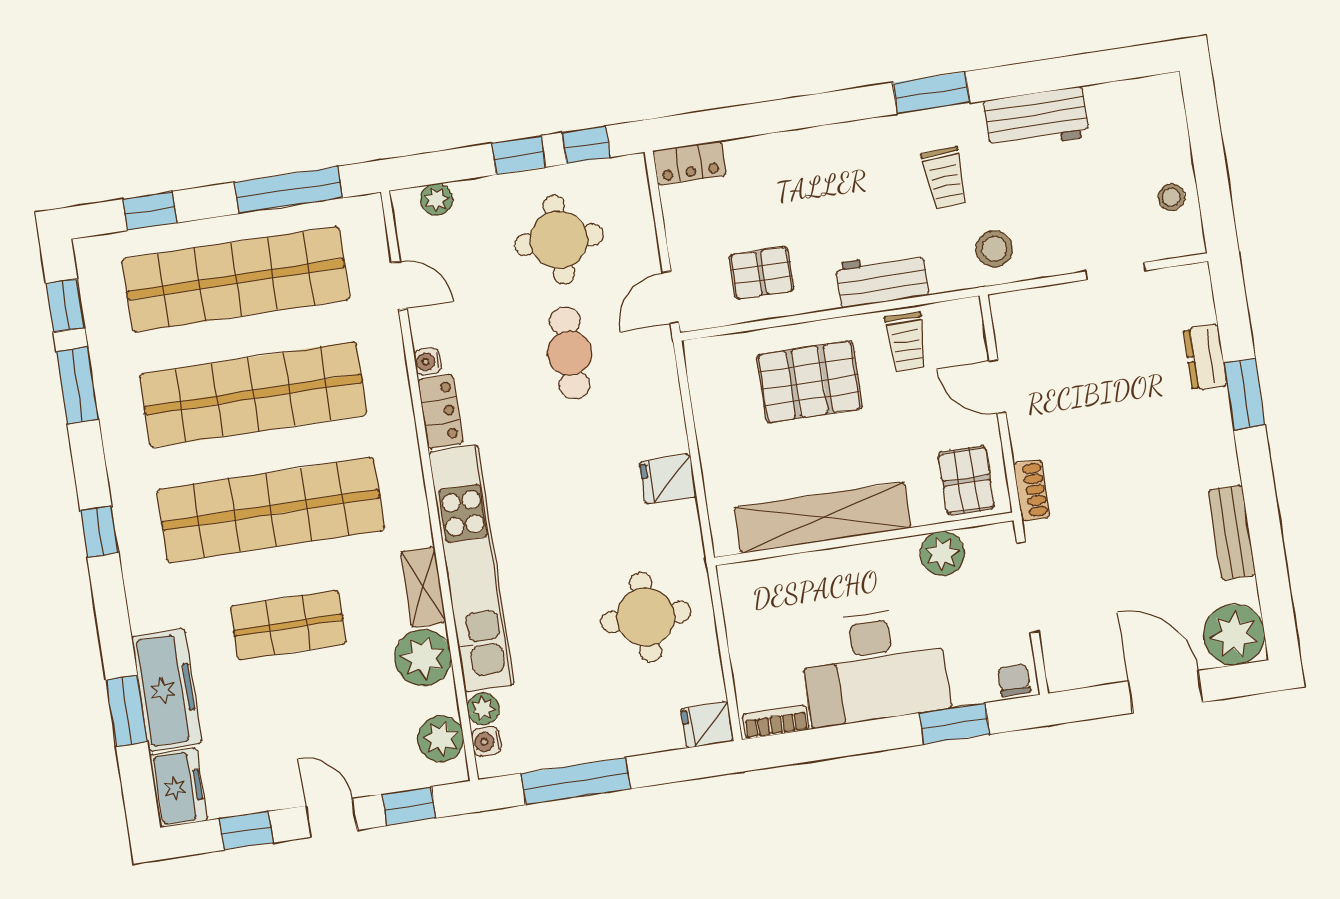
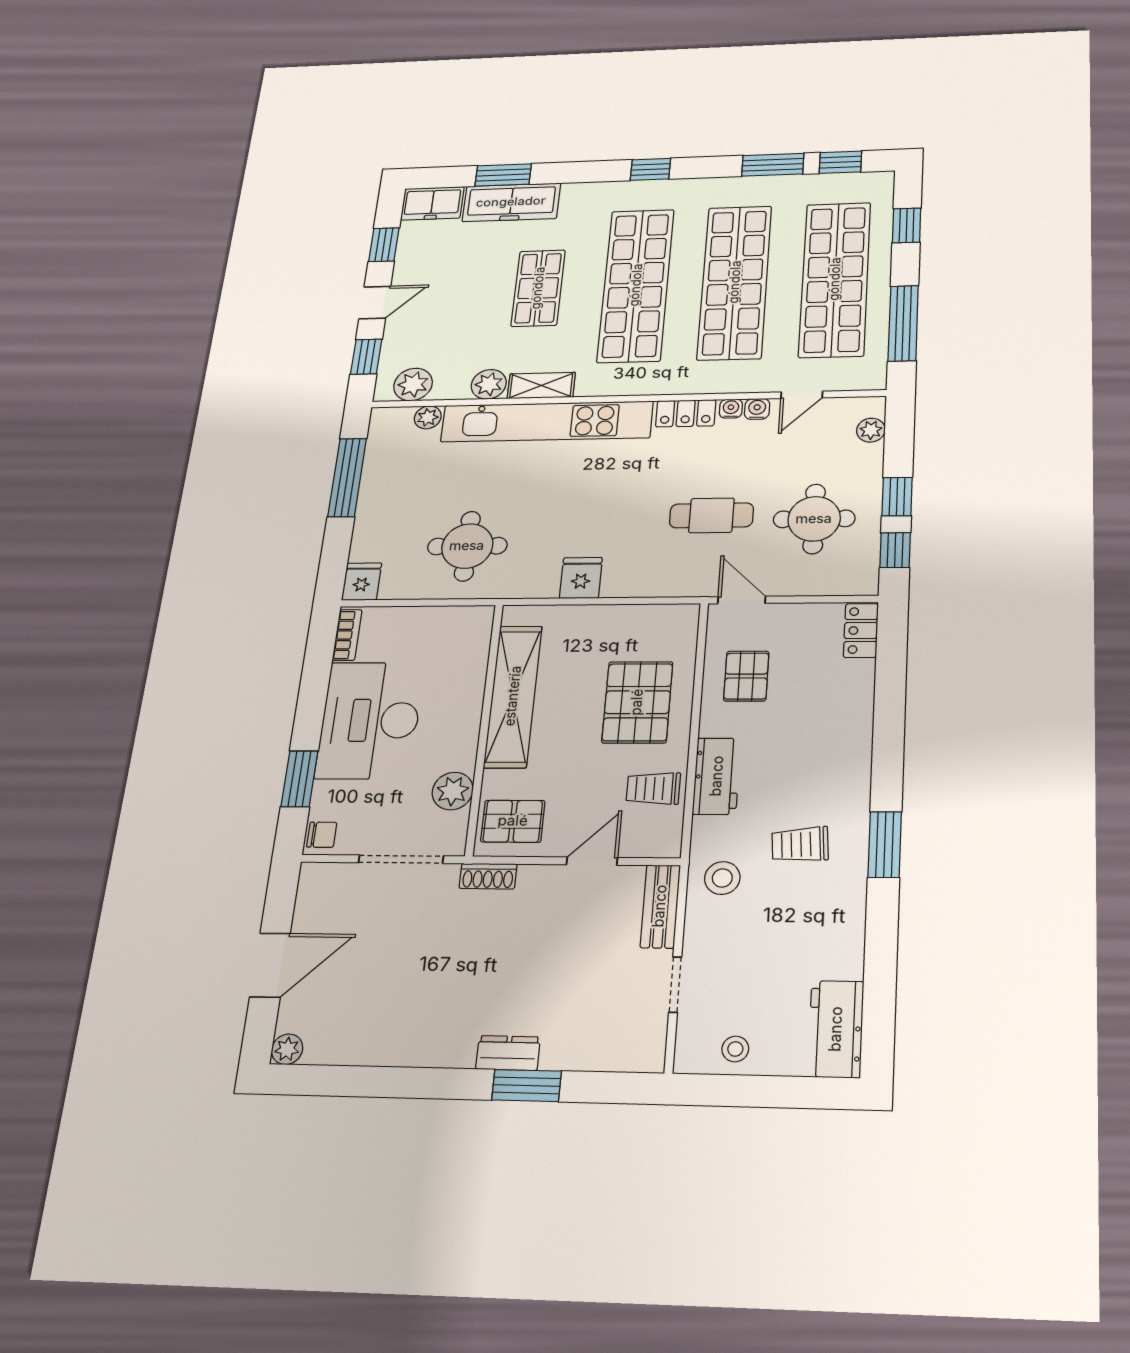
workbench: (1036, 119) -> (836, 1029), moved
dresser: (1205, 357) -> (508, 1053), moved
bench: (1232, 532) -> (660, 906), moved, turned 90
plant: (1234, 635) -> (287, 1049), width x0.53, depth x0.53
plant: (423, 658) -> (489, 384), width x0.73, depth x0.73
water cooler: (486, 742) -> (757, 409), moved

